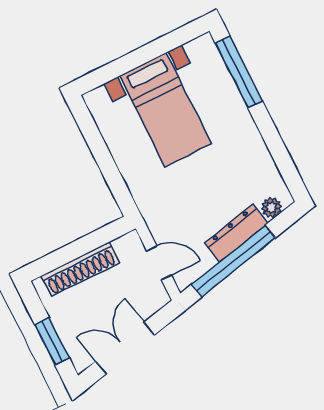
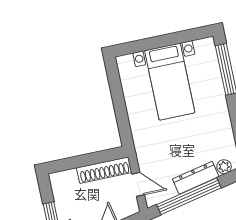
shoe rack: (80, 269) -> (104, 170), moved

